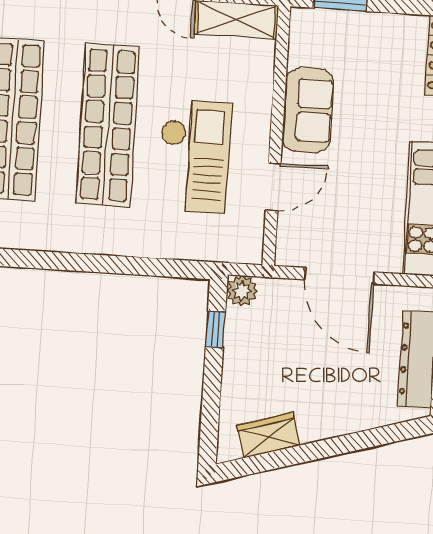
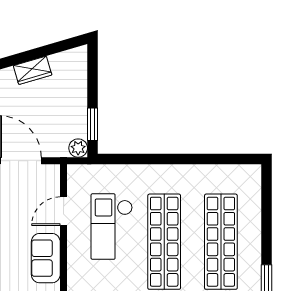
window: (216, 329) -> (93, 124), width x1.50
wardrobe: (269, 435) -> (33, 70), moved

